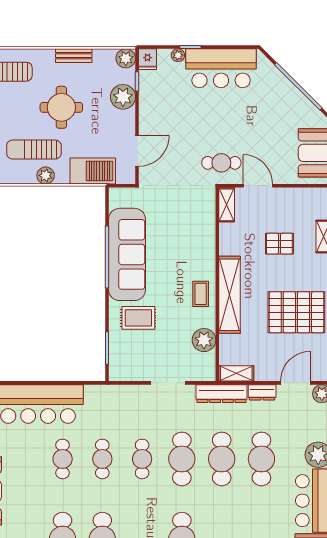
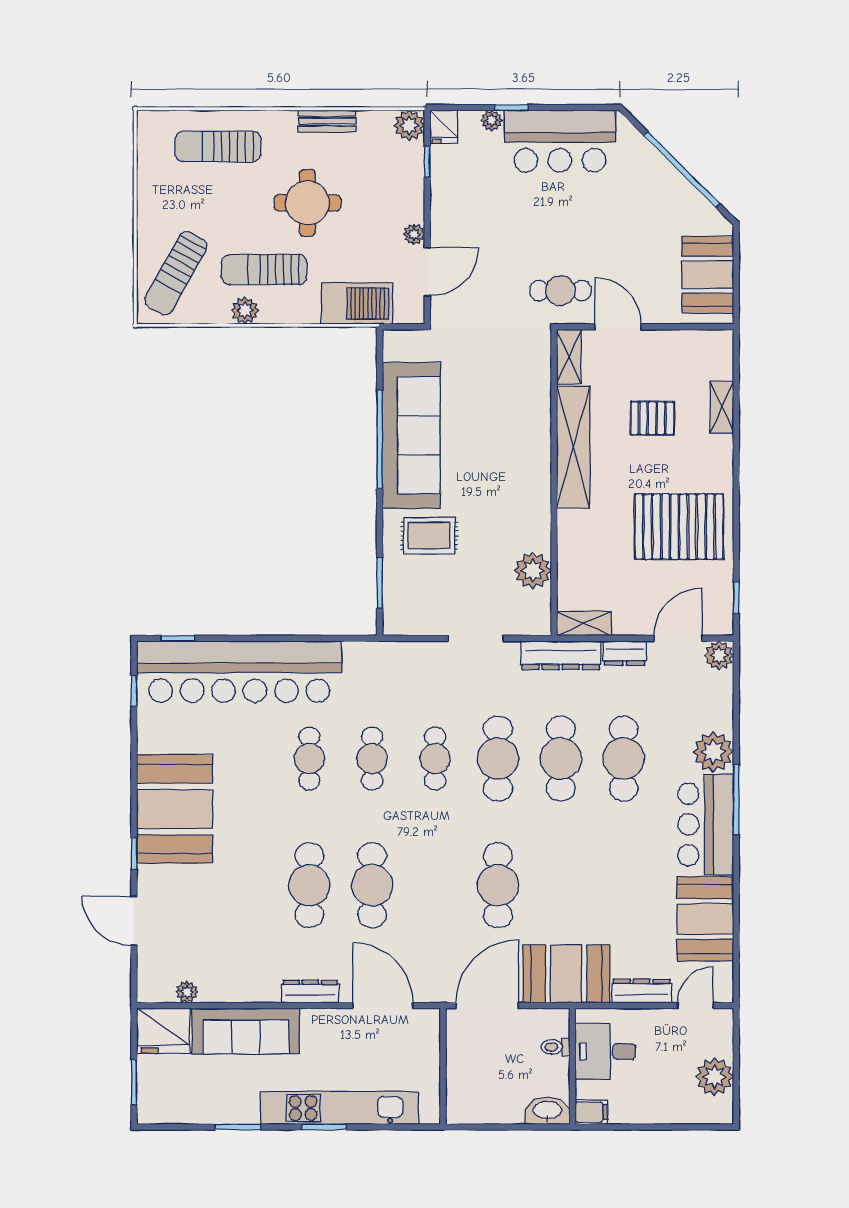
plant: (123, 97) -> (414, 234), moved, width x0.53, depth x0.53
plant: (46, 175) -> (245, 310), moved
coffee table: (201, 294) -> (528, 498), removed
shelving: (229, 295) -> (573, 447), moved

